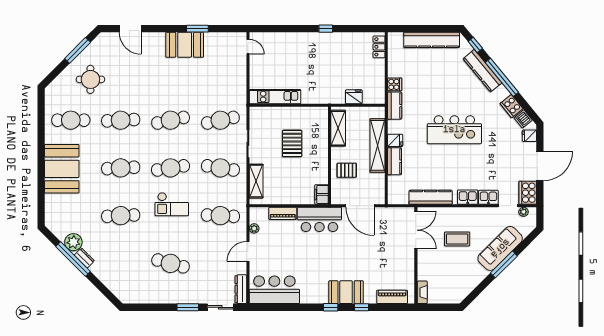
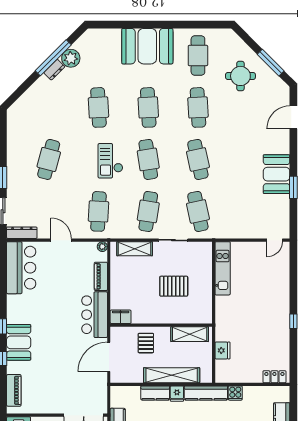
kitchen counter: (395, 106) -> (206, 393), width x1.50
plant: (254, 228) -> (102, 247), moved

